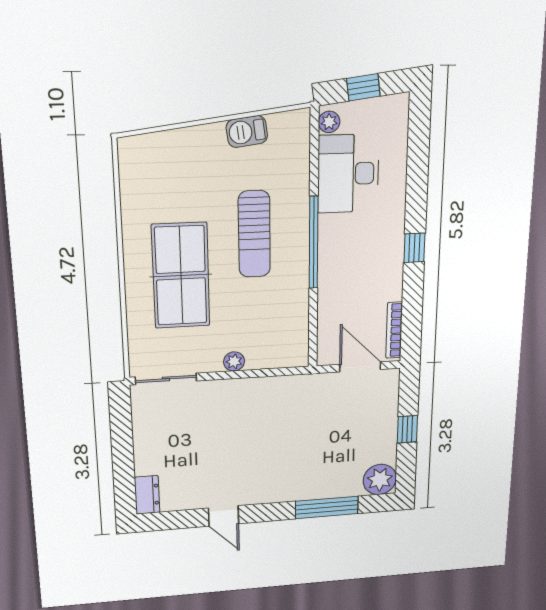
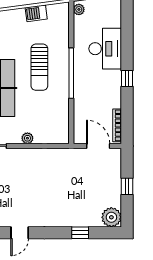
desk: (348, 174) -> (105, 49), moved, turned 180
window: (327, 507) -> (80, 233), width x0.46
door: (224, 516) -> (20, 233), hinge flipped

